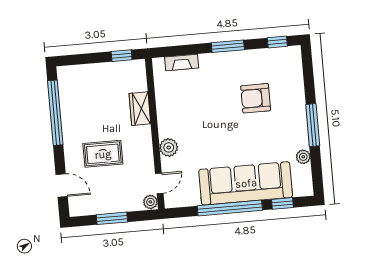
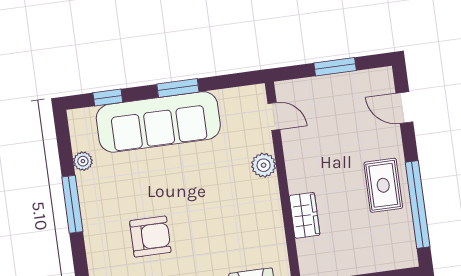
rug: (103, 154) -> (383, 185), moved, turned 90
door: (159, 183) -> (274, 116), swing flipped
plant: (150, 202) -> (285, 91), removed
window: (230, 208) -> (178, 88), width x0.47

